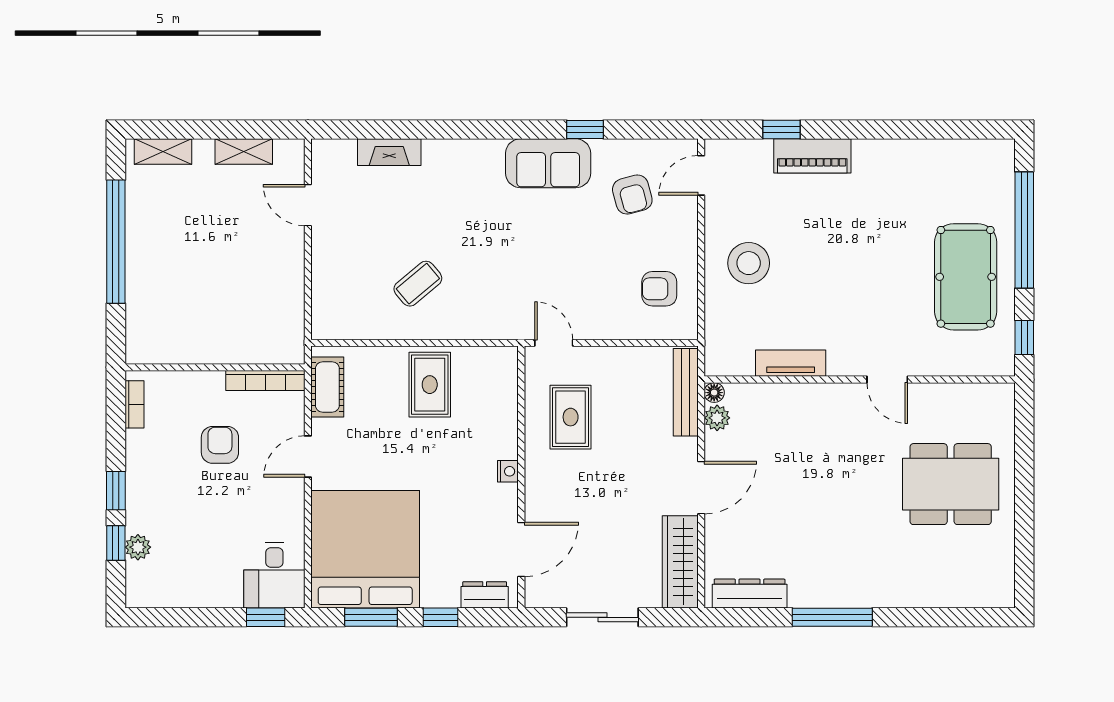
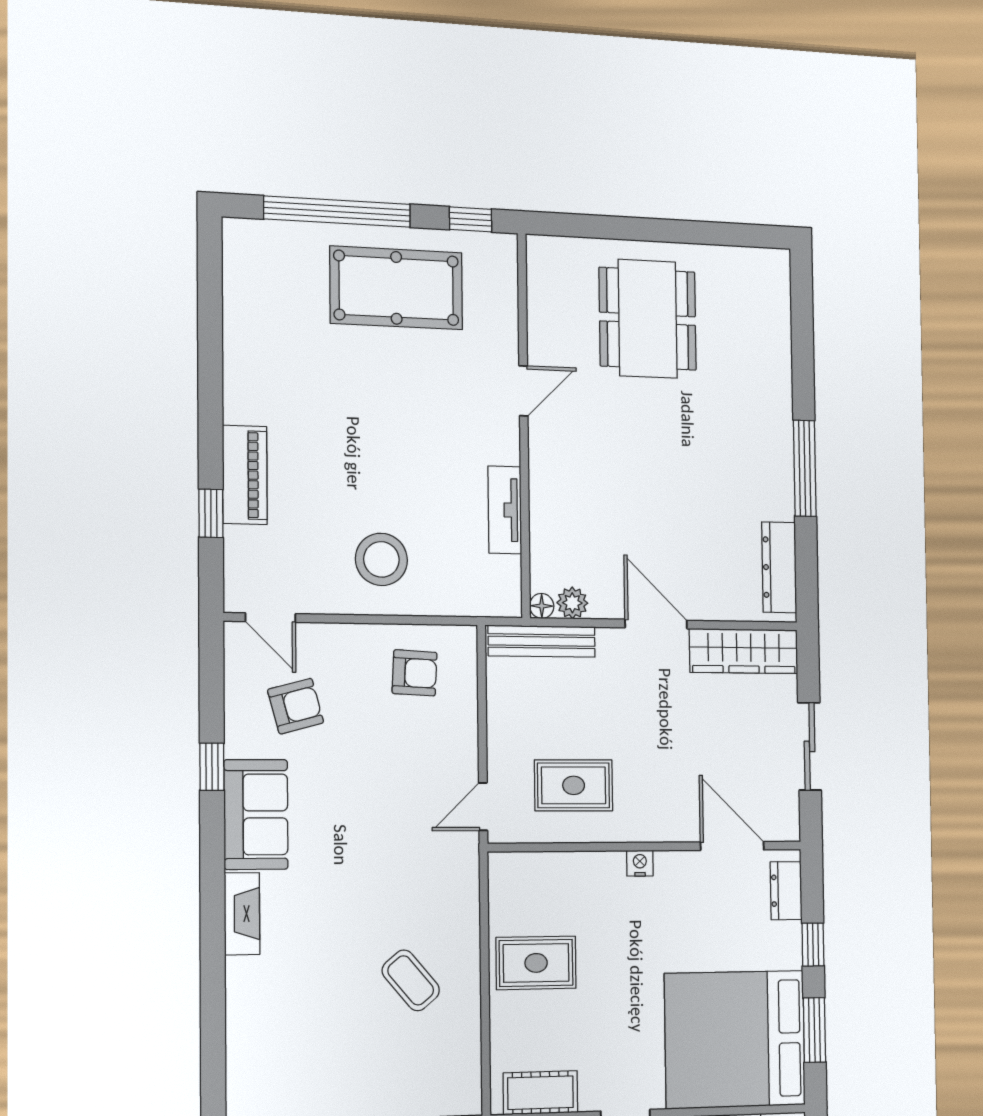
fireplace: (389, 152) -> (242, 914), moved
armchair: (659, 289) -> (415, 673), turned -87

